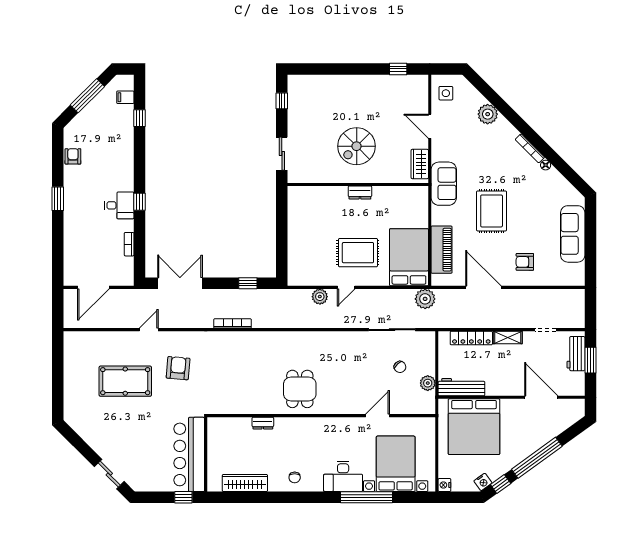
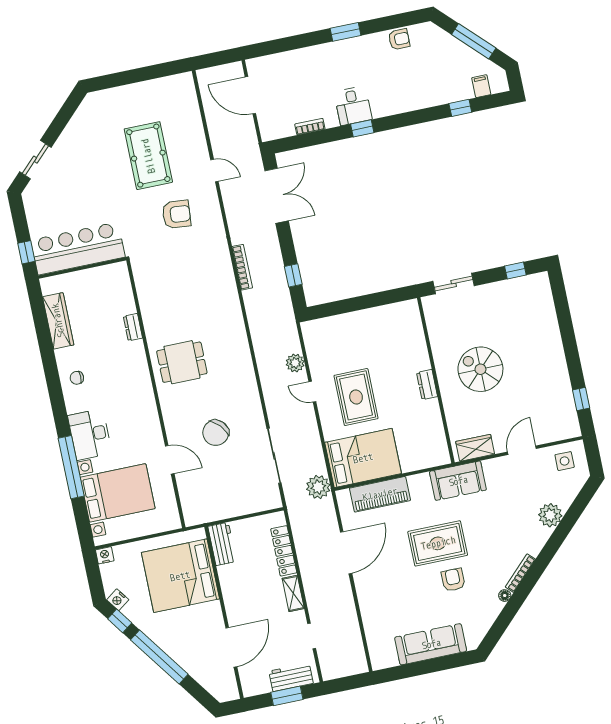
armchair: (525, 262) -> (453, 580), moved
chair: (400, 367) -> (216, 433), moved, width x1.87, depth x1.87
plant: (428, 383) -> (220, 511), removed
workbench: (461, 387) -> (222, 544), width x0.73

